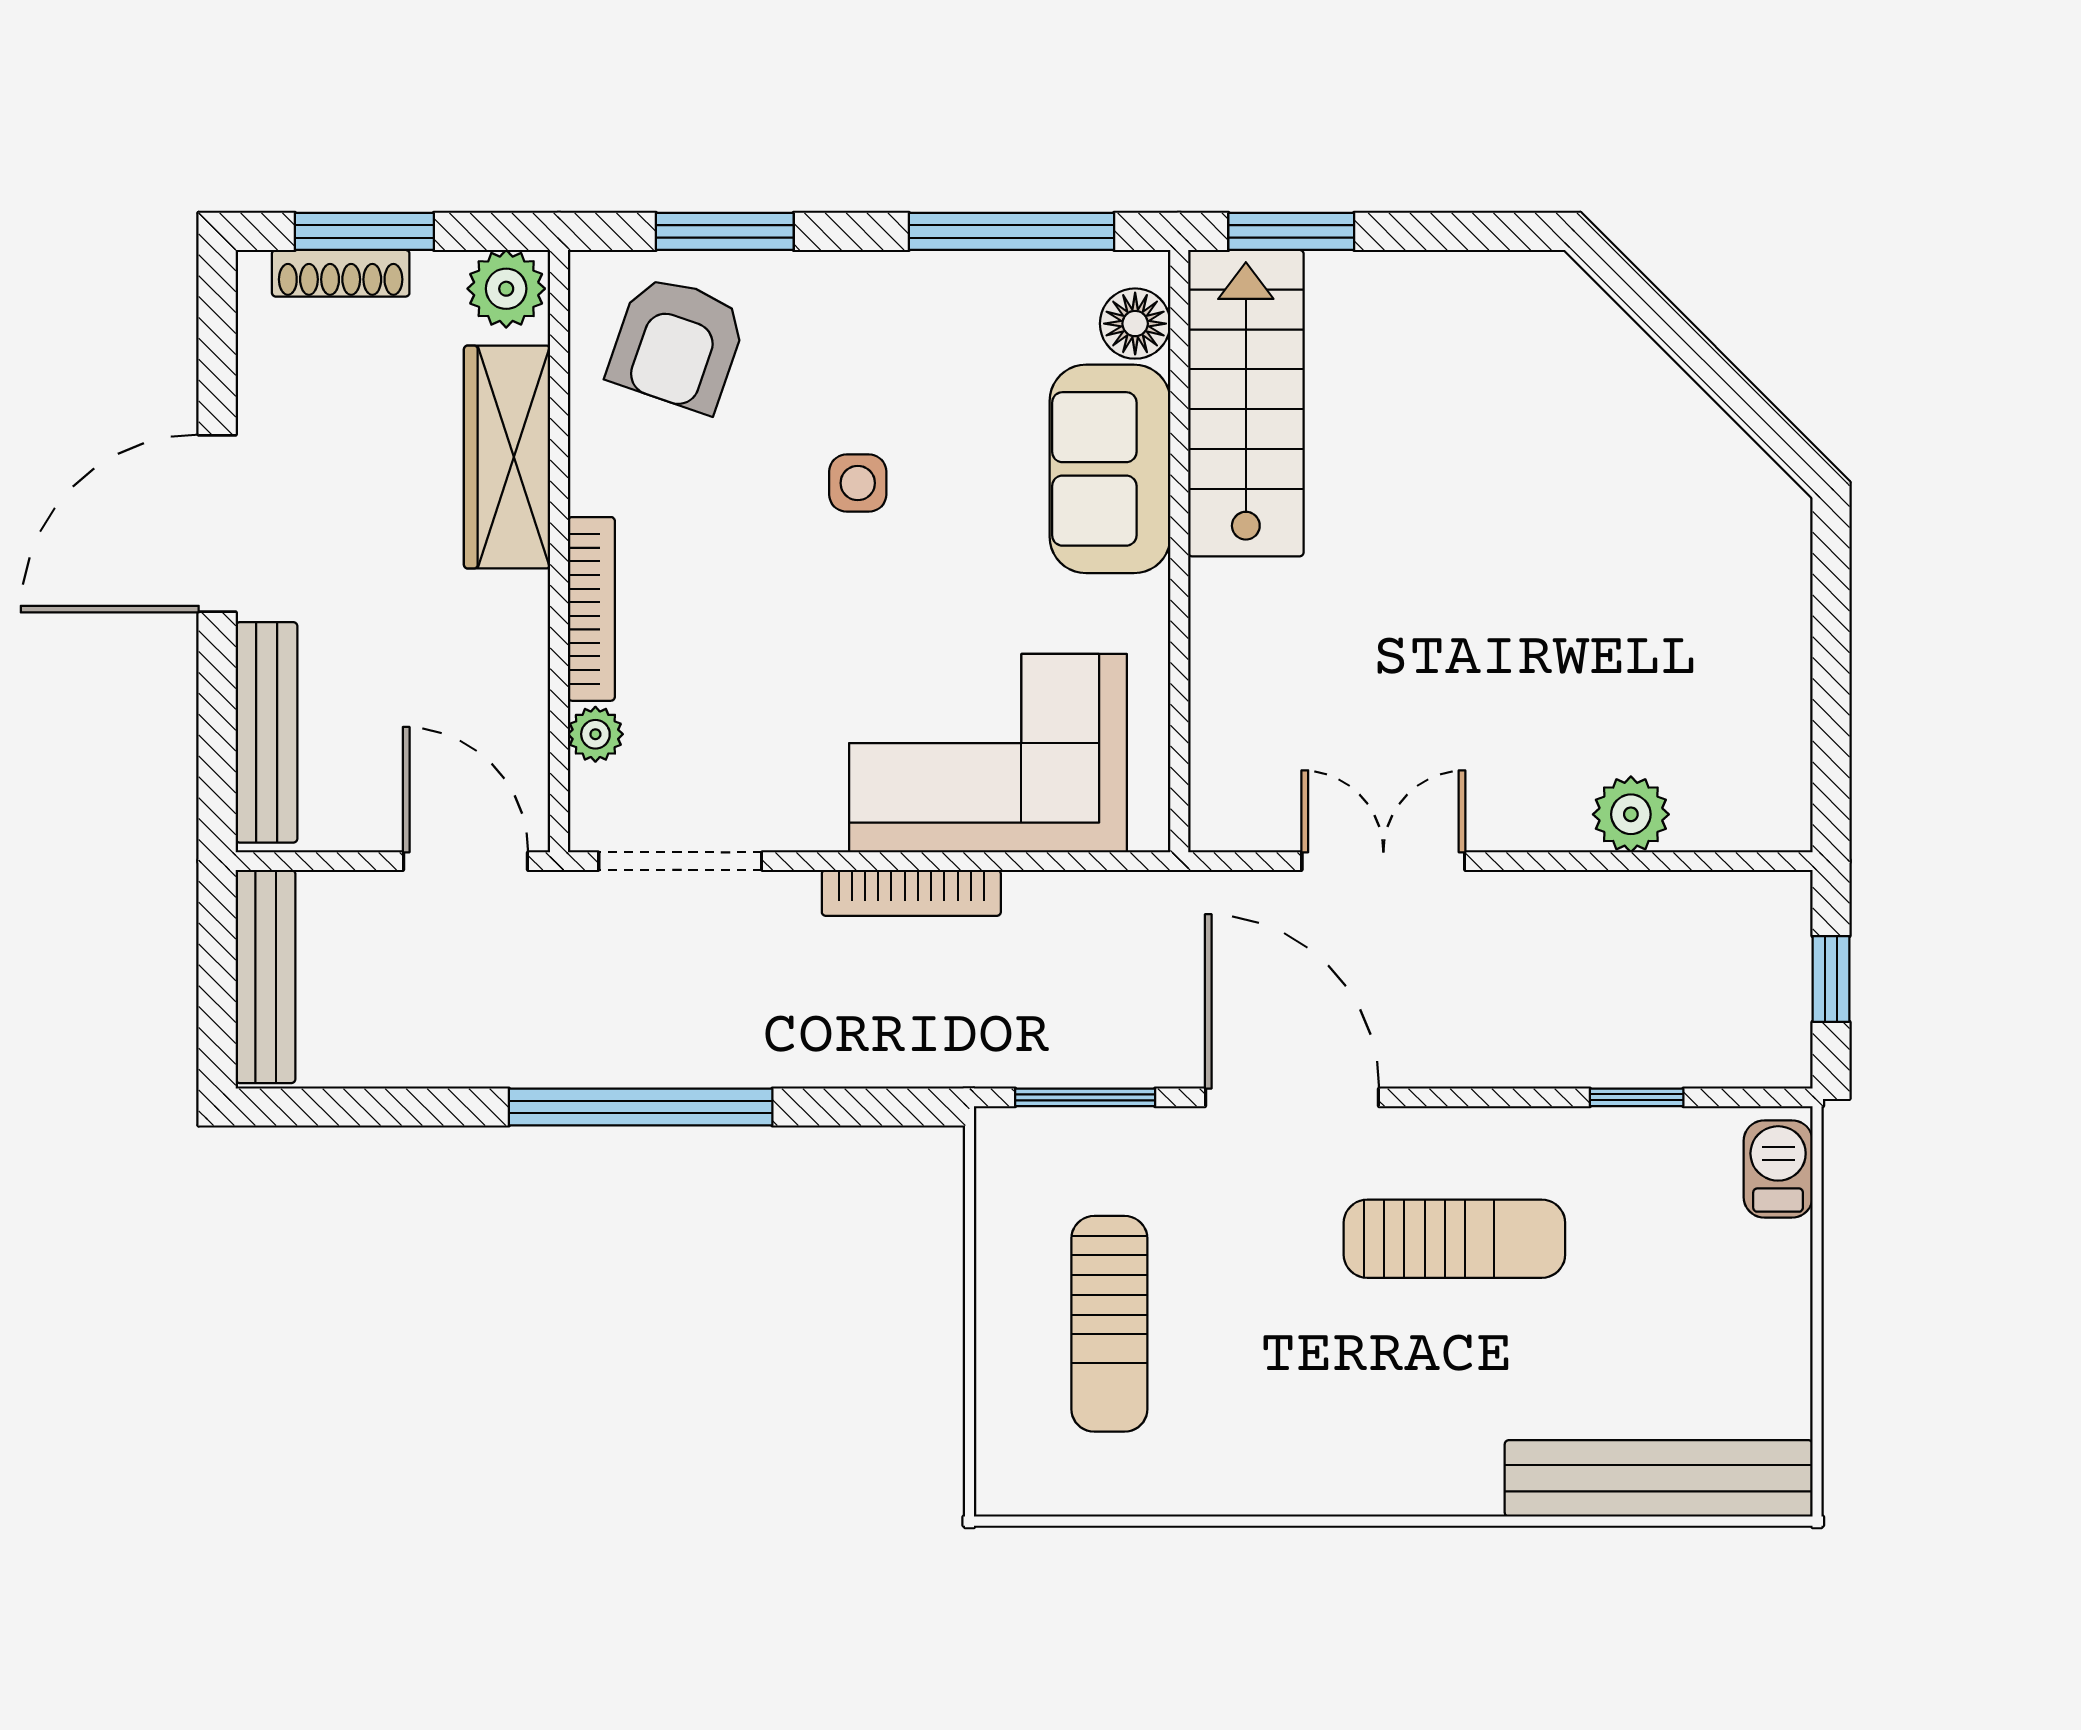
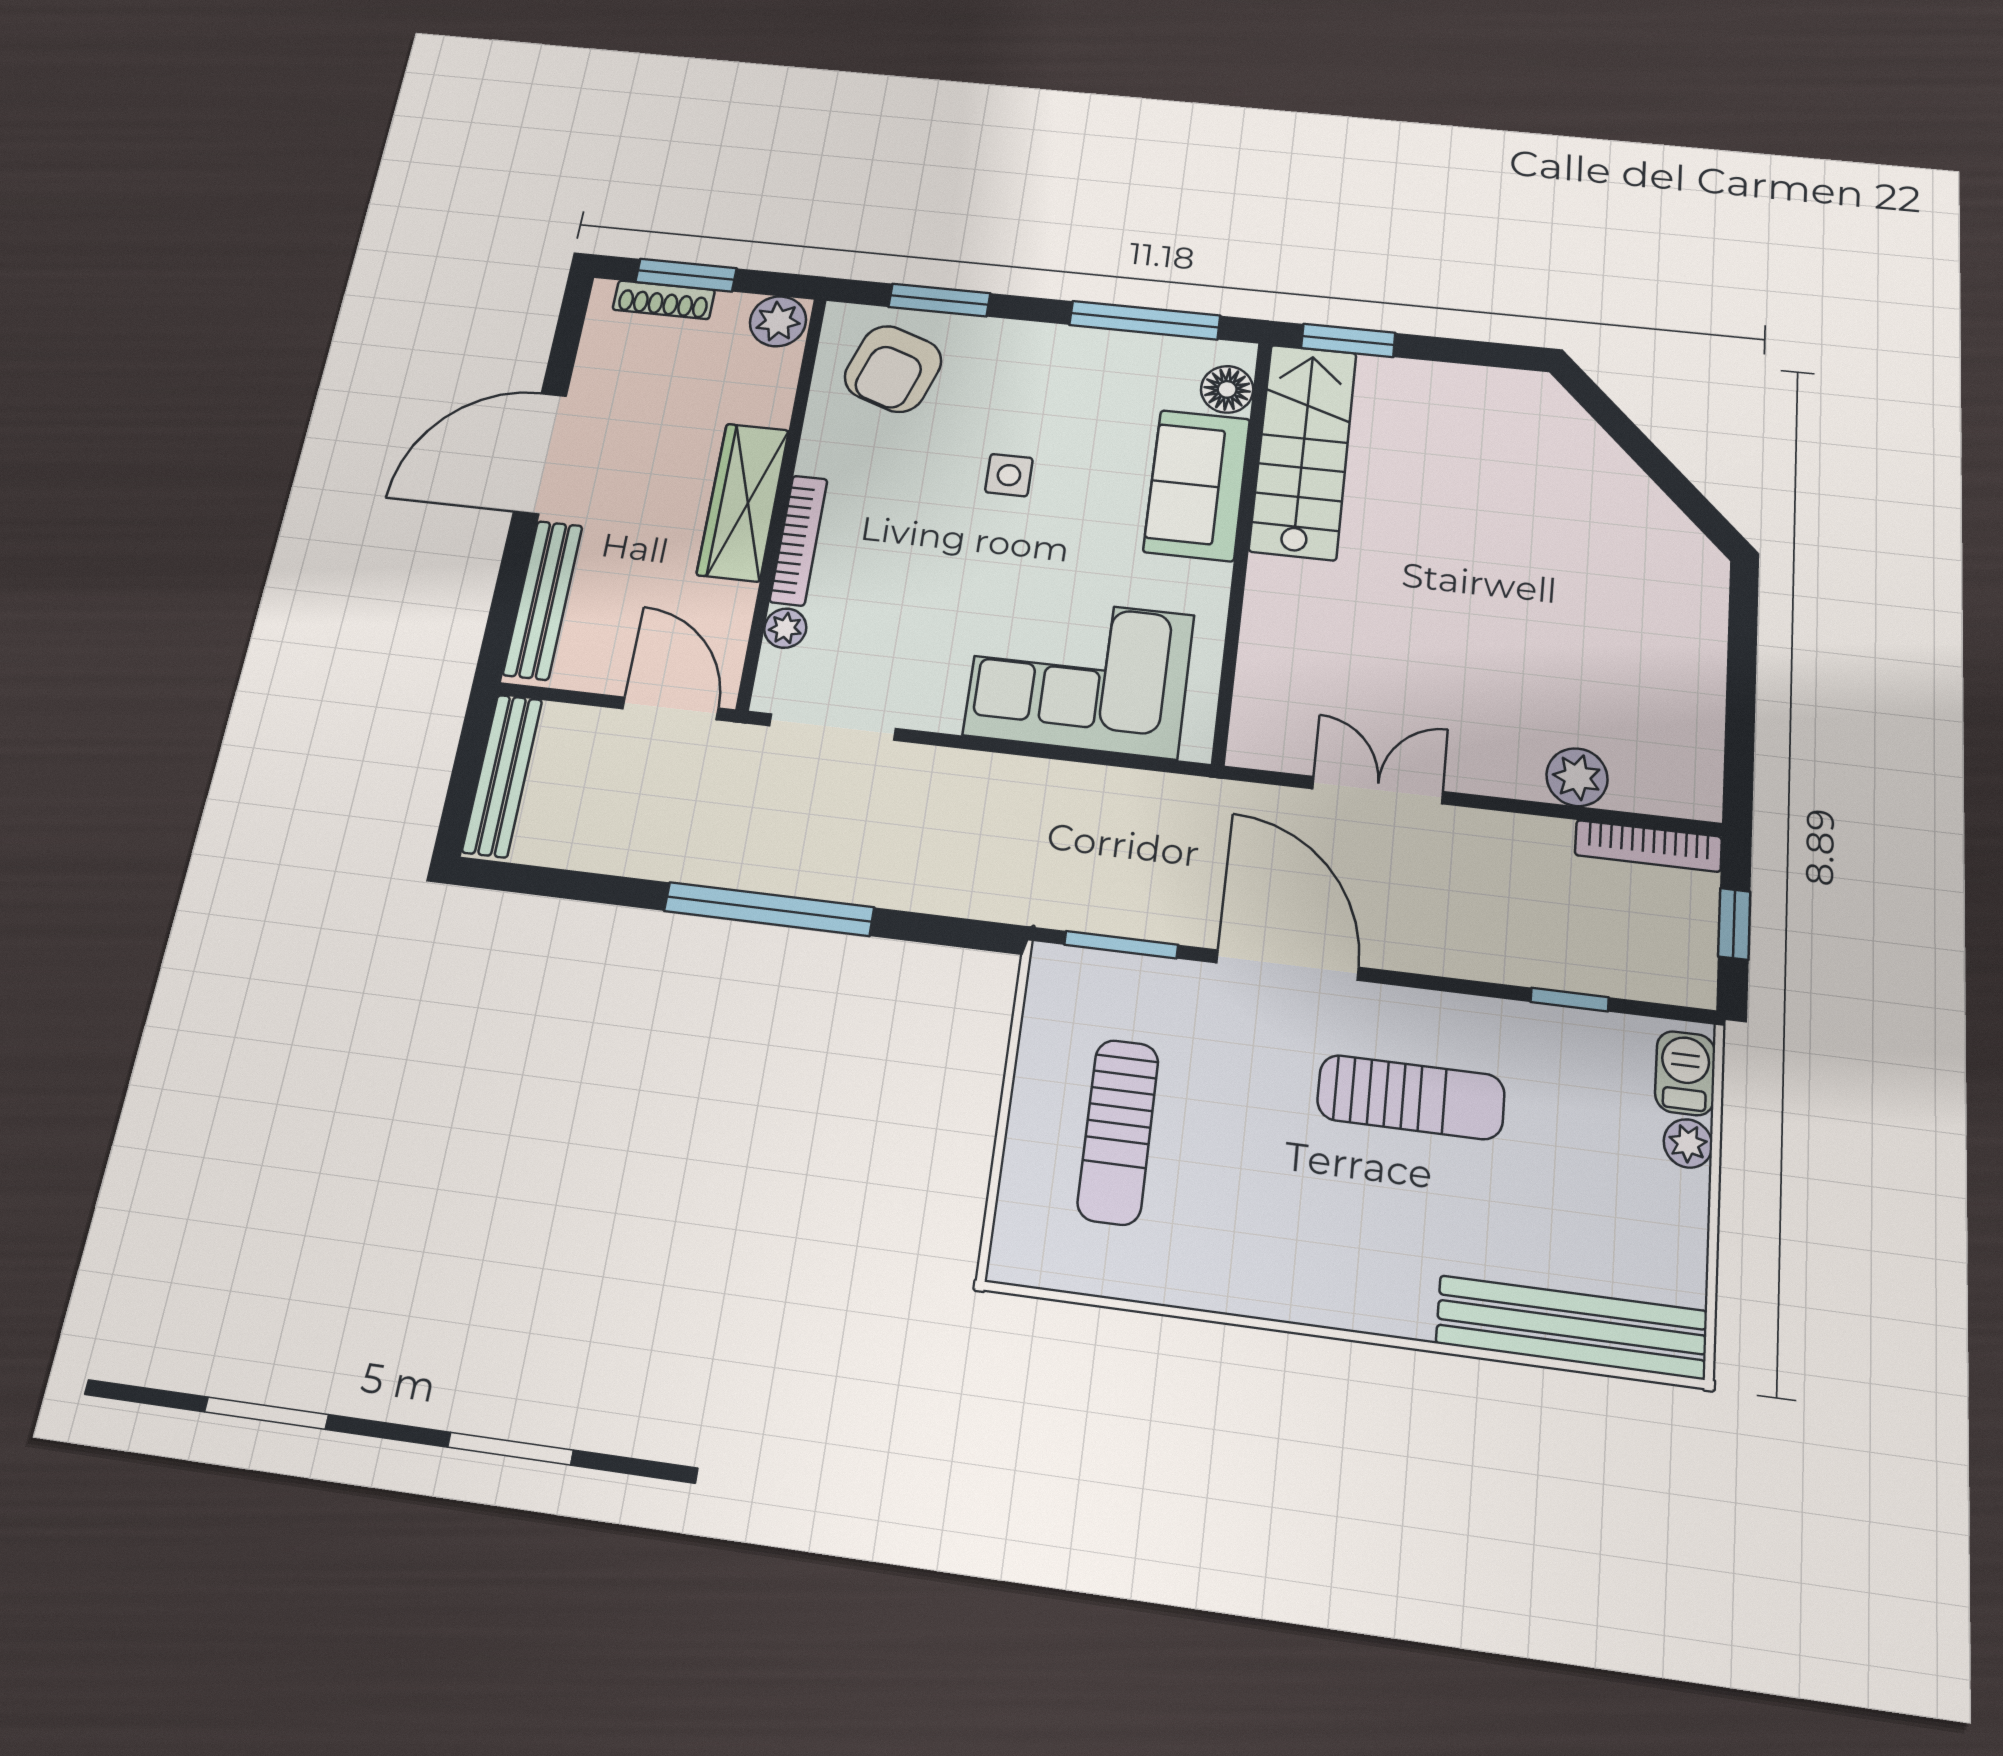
wardrobe: (507, 457) -> (743, 502), moved
bookcase: (911, 893) -> (1648, 846), moved
plant: (1784, 1252) -> (1688, 1143), added

